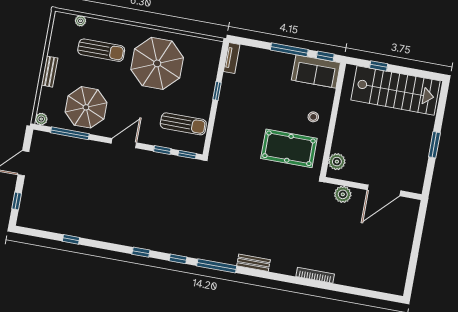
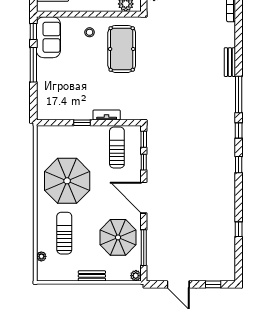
tv unit: (232, 58) -> (107, 115), moved
door: (124, 143) -> (144, 198), width x1.36

